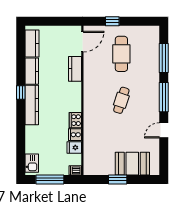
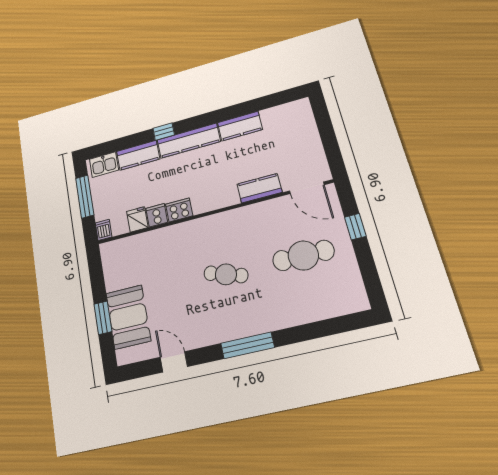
kitchen counter: (32, 43) -> (138, 155), moved
window: (164, 58) -> (316, 330), removed
window: (21, 92) -> (164, 132), moved
door: (164, 130) -> (174, 362), moved
window: (118, 179) -> (103, 318), moved

